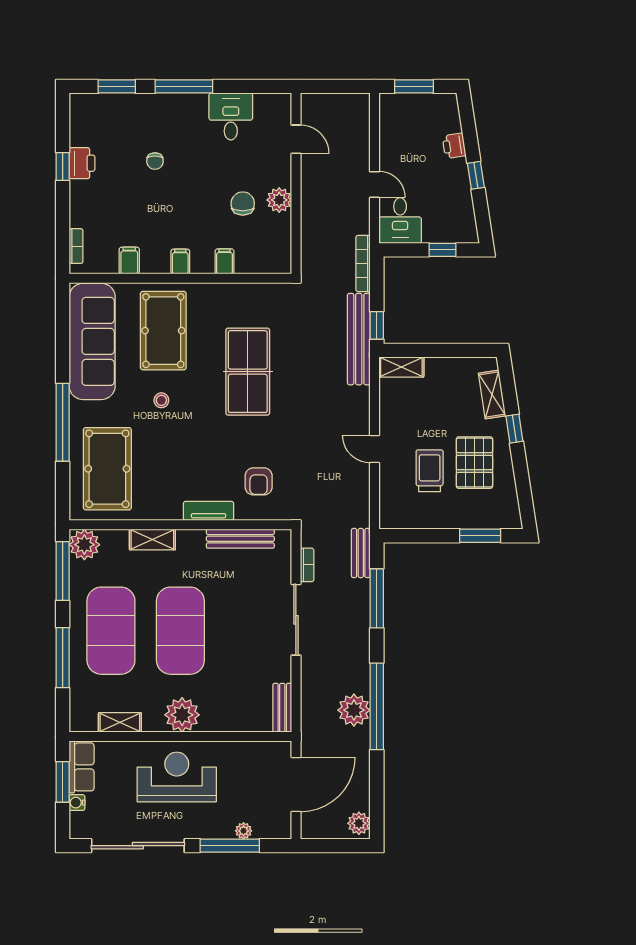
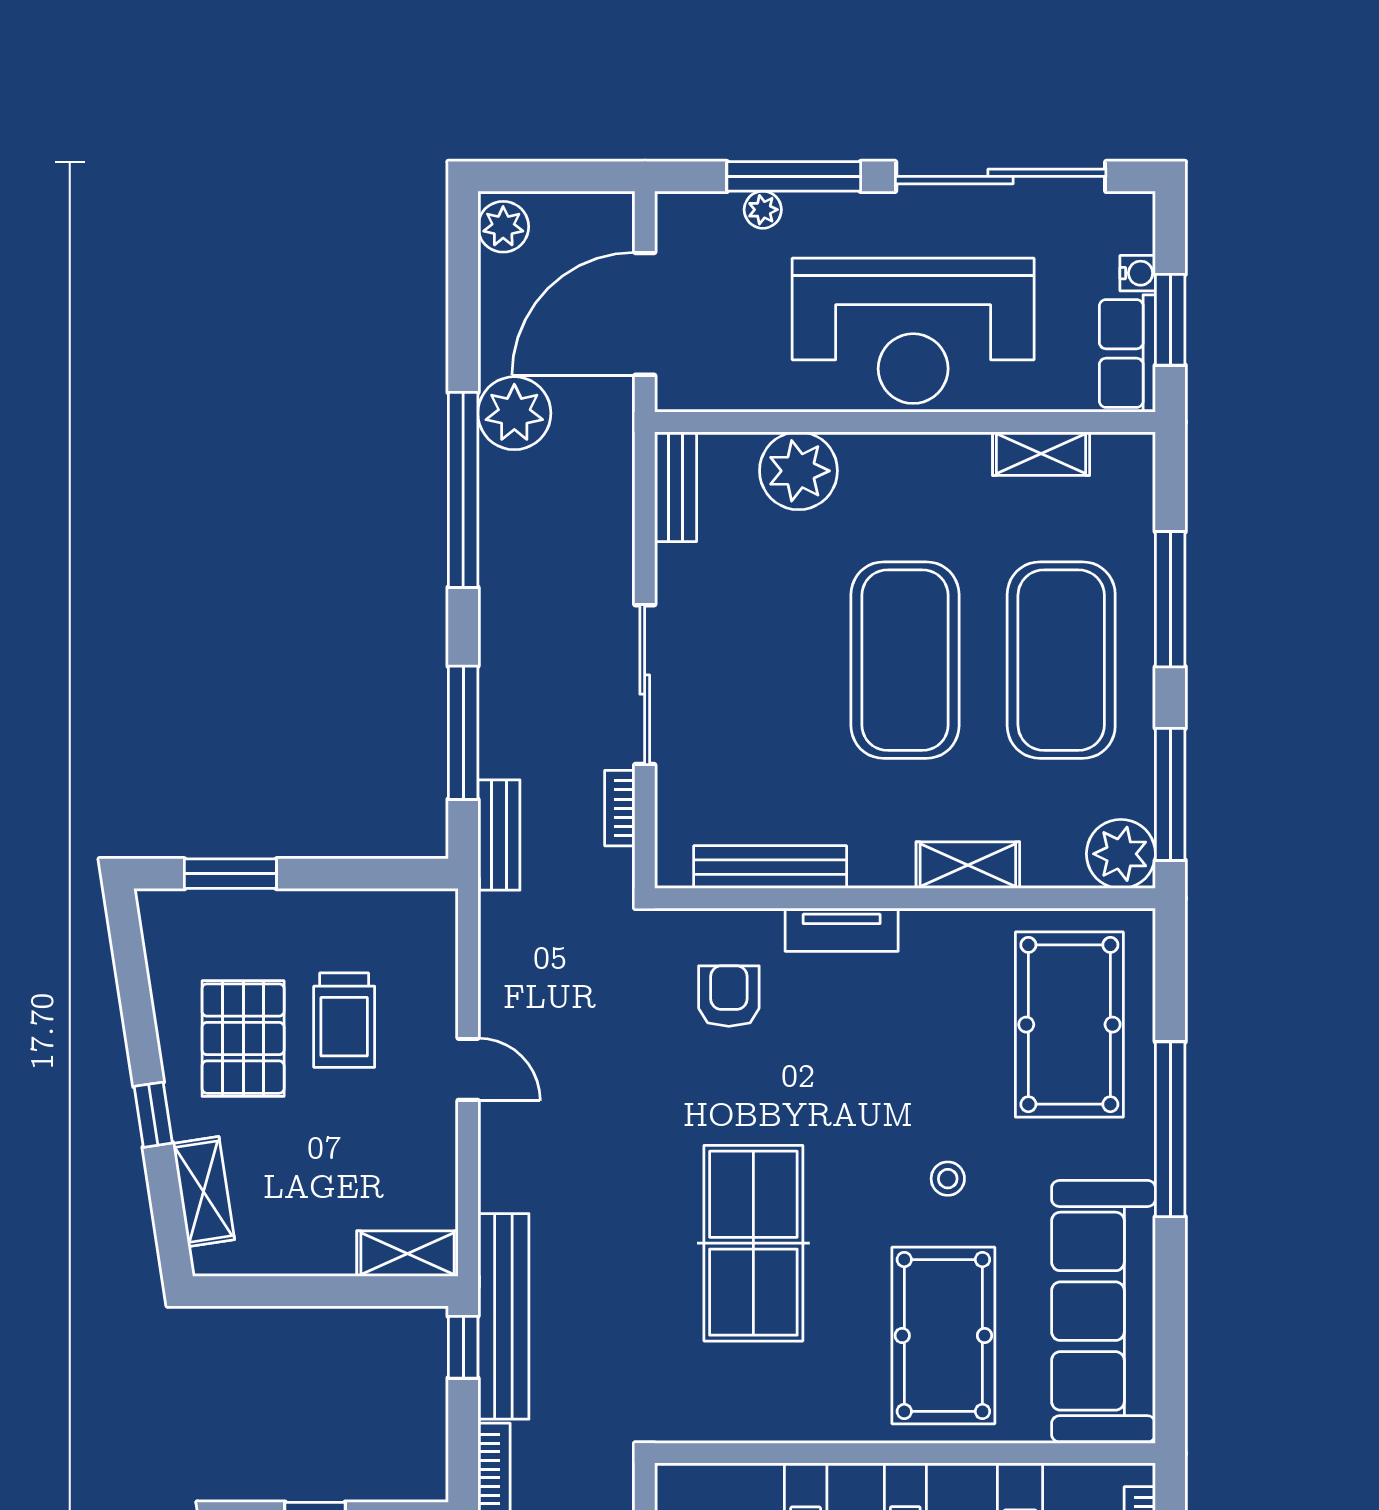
plant: (354, 710) -> (514, 413), moved
plant: (182, 715) -> (798, 471), moved
reception desk: (177, 777) -> (913, 331), width x1.36, depth x1.30

